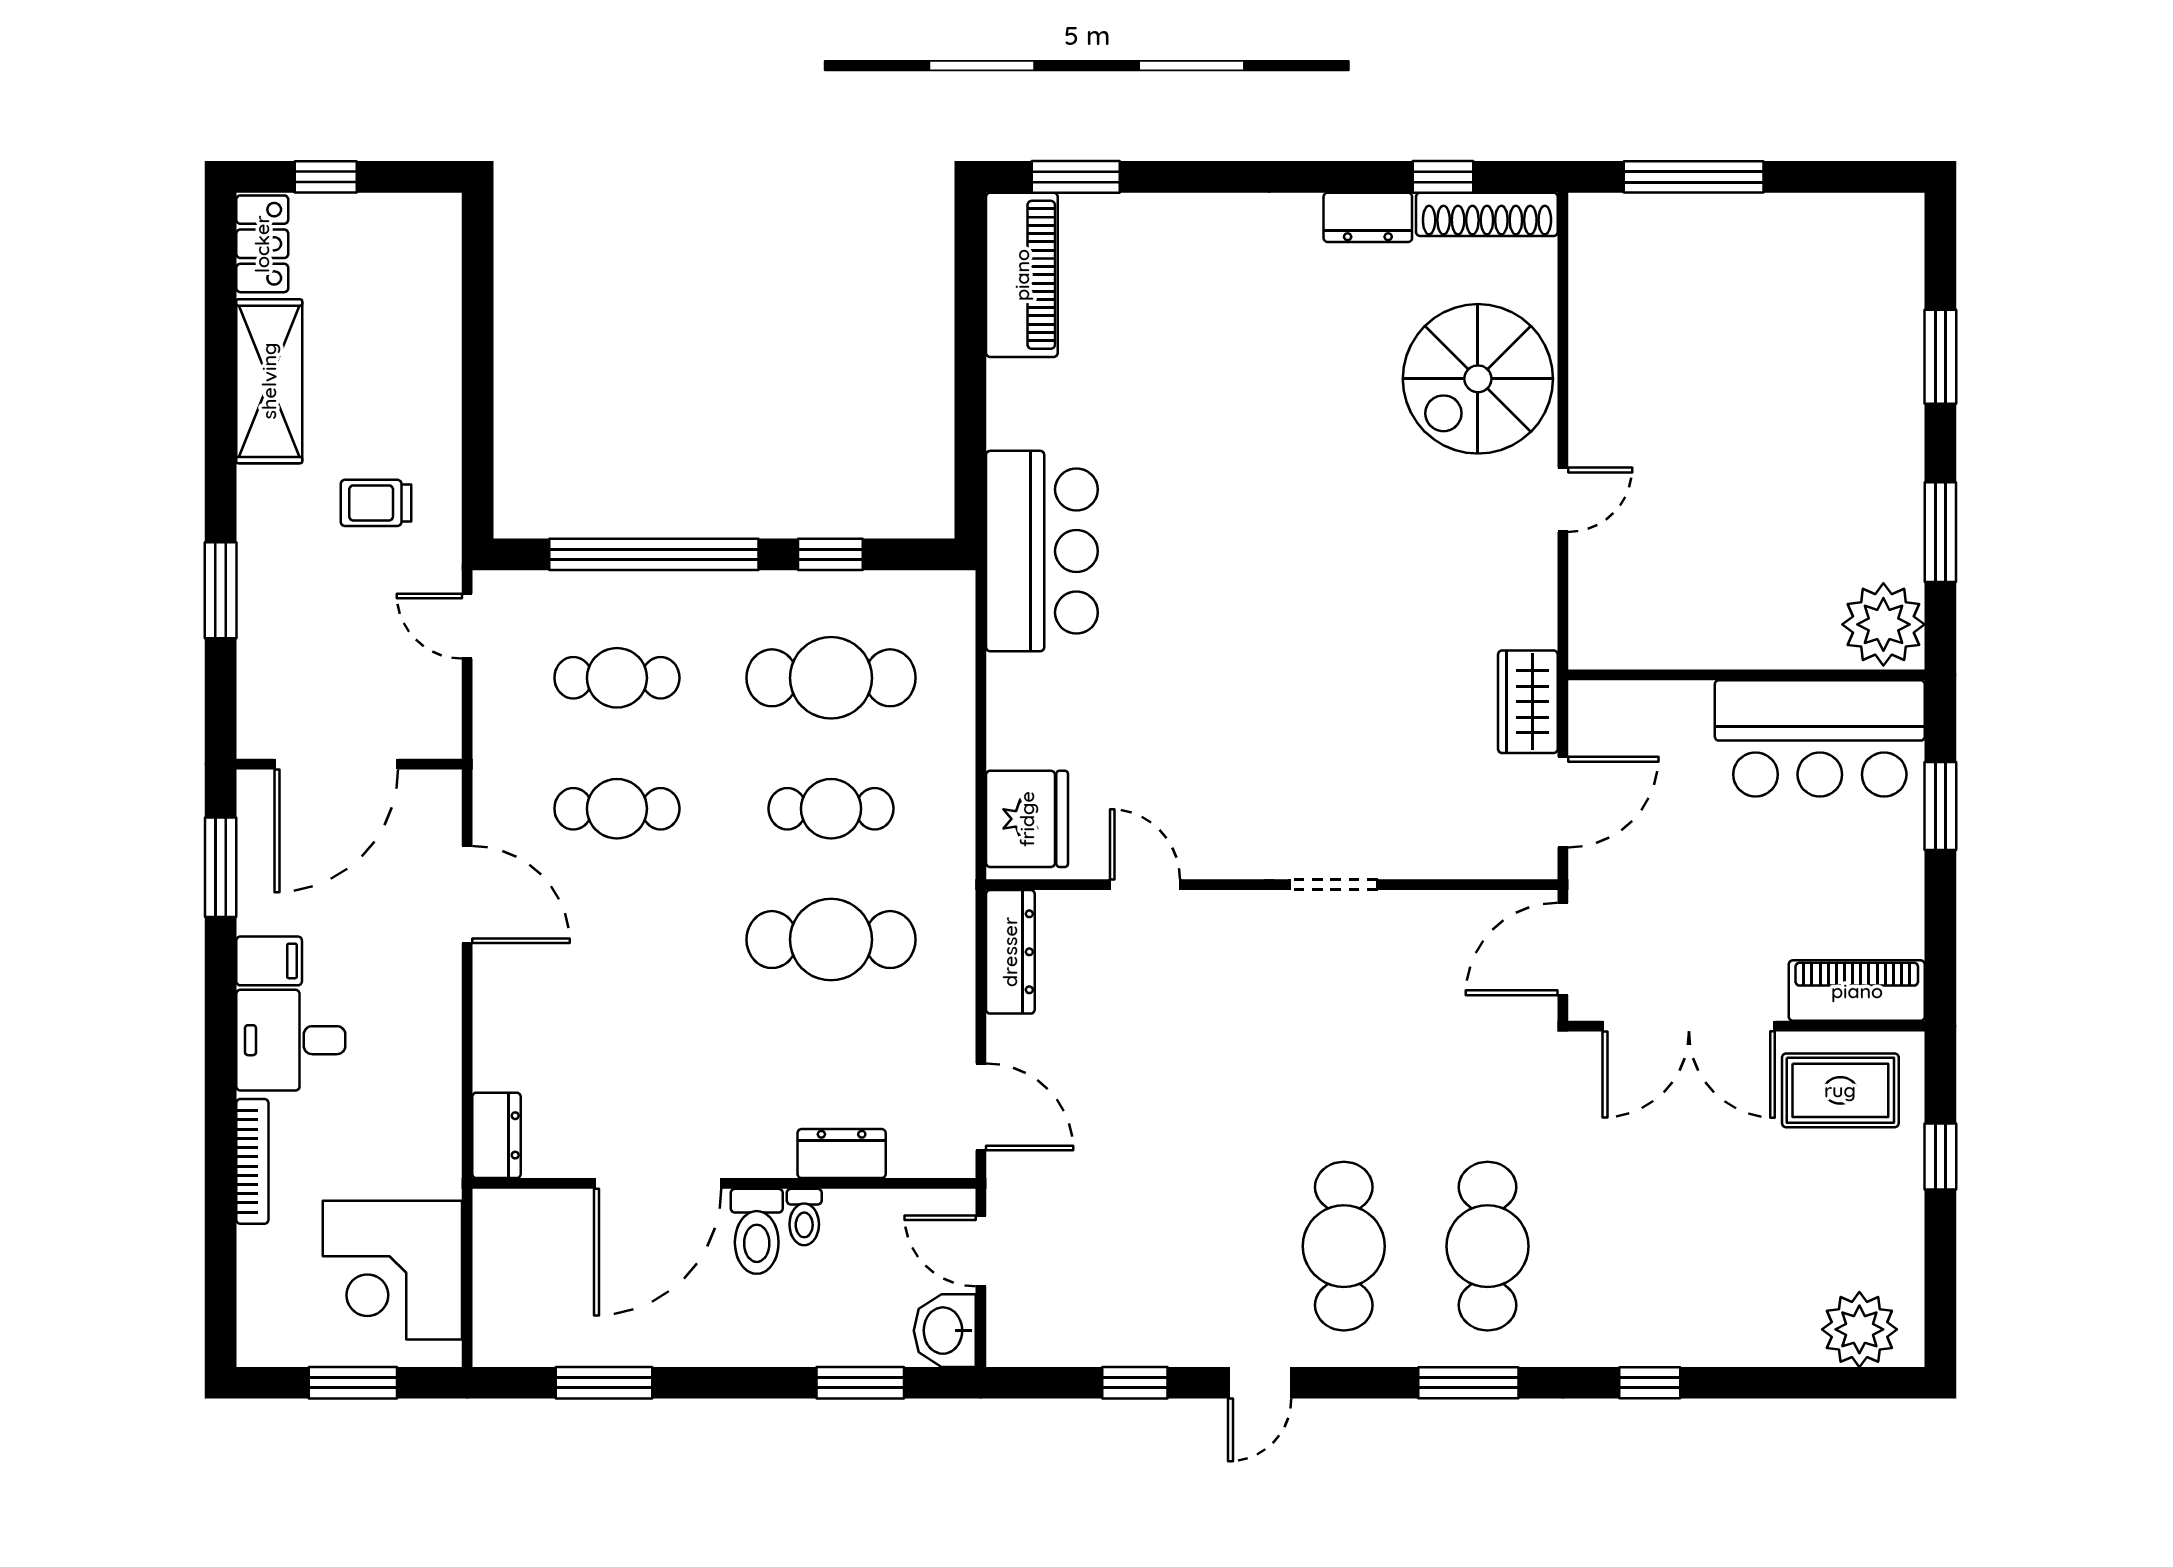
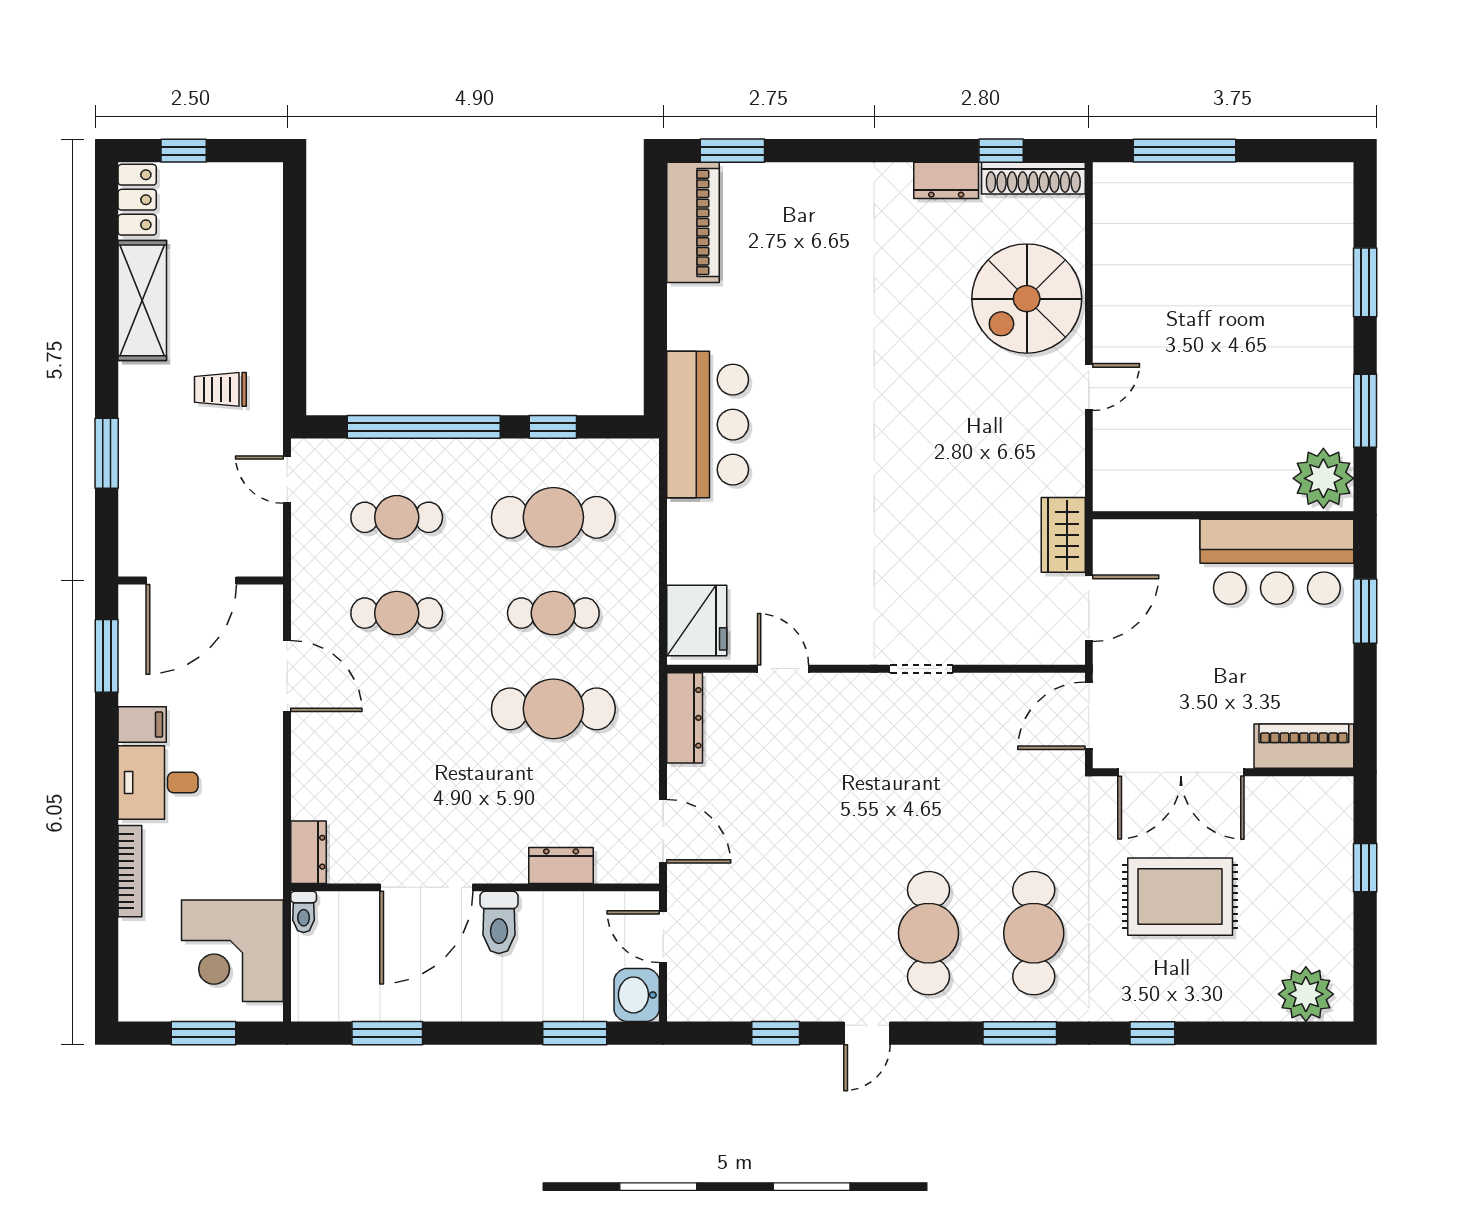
rug: (1840, 1090) -> (1180, 897), moved, width x1.36, depth x1.43
toilet: (804, 1217) -> (304, 912), moved

